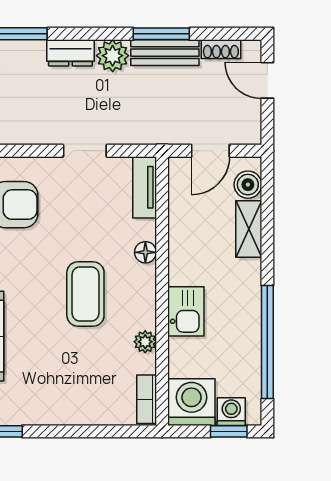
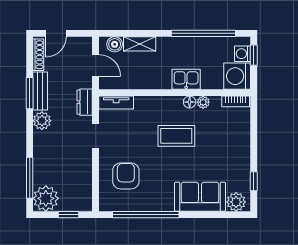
shoe rack: (221, 49) -> (38, 55), width x1.43
dresser: (70, 53) -> (85, 102), moved, turned 180
floor lamp: (145, 252) -> (190, 102), moved

